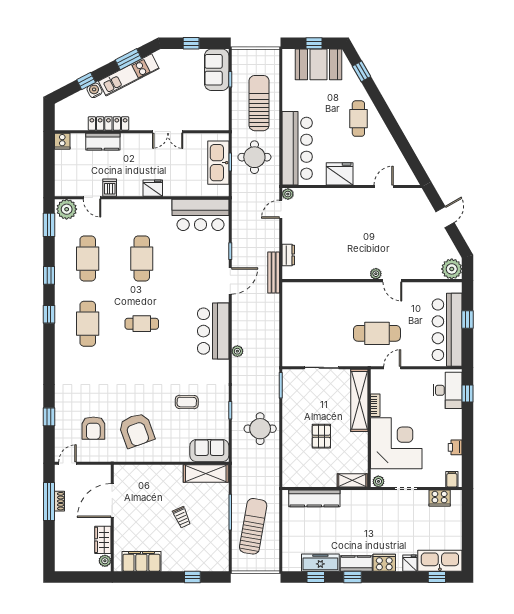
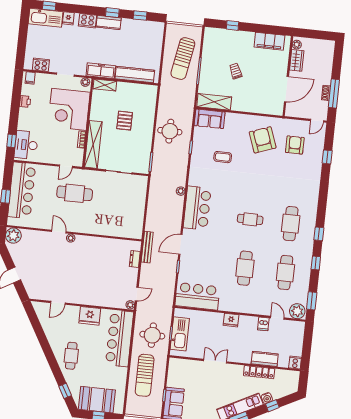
freezer: (320, 563) -> (101, 71), moved, turned 180

